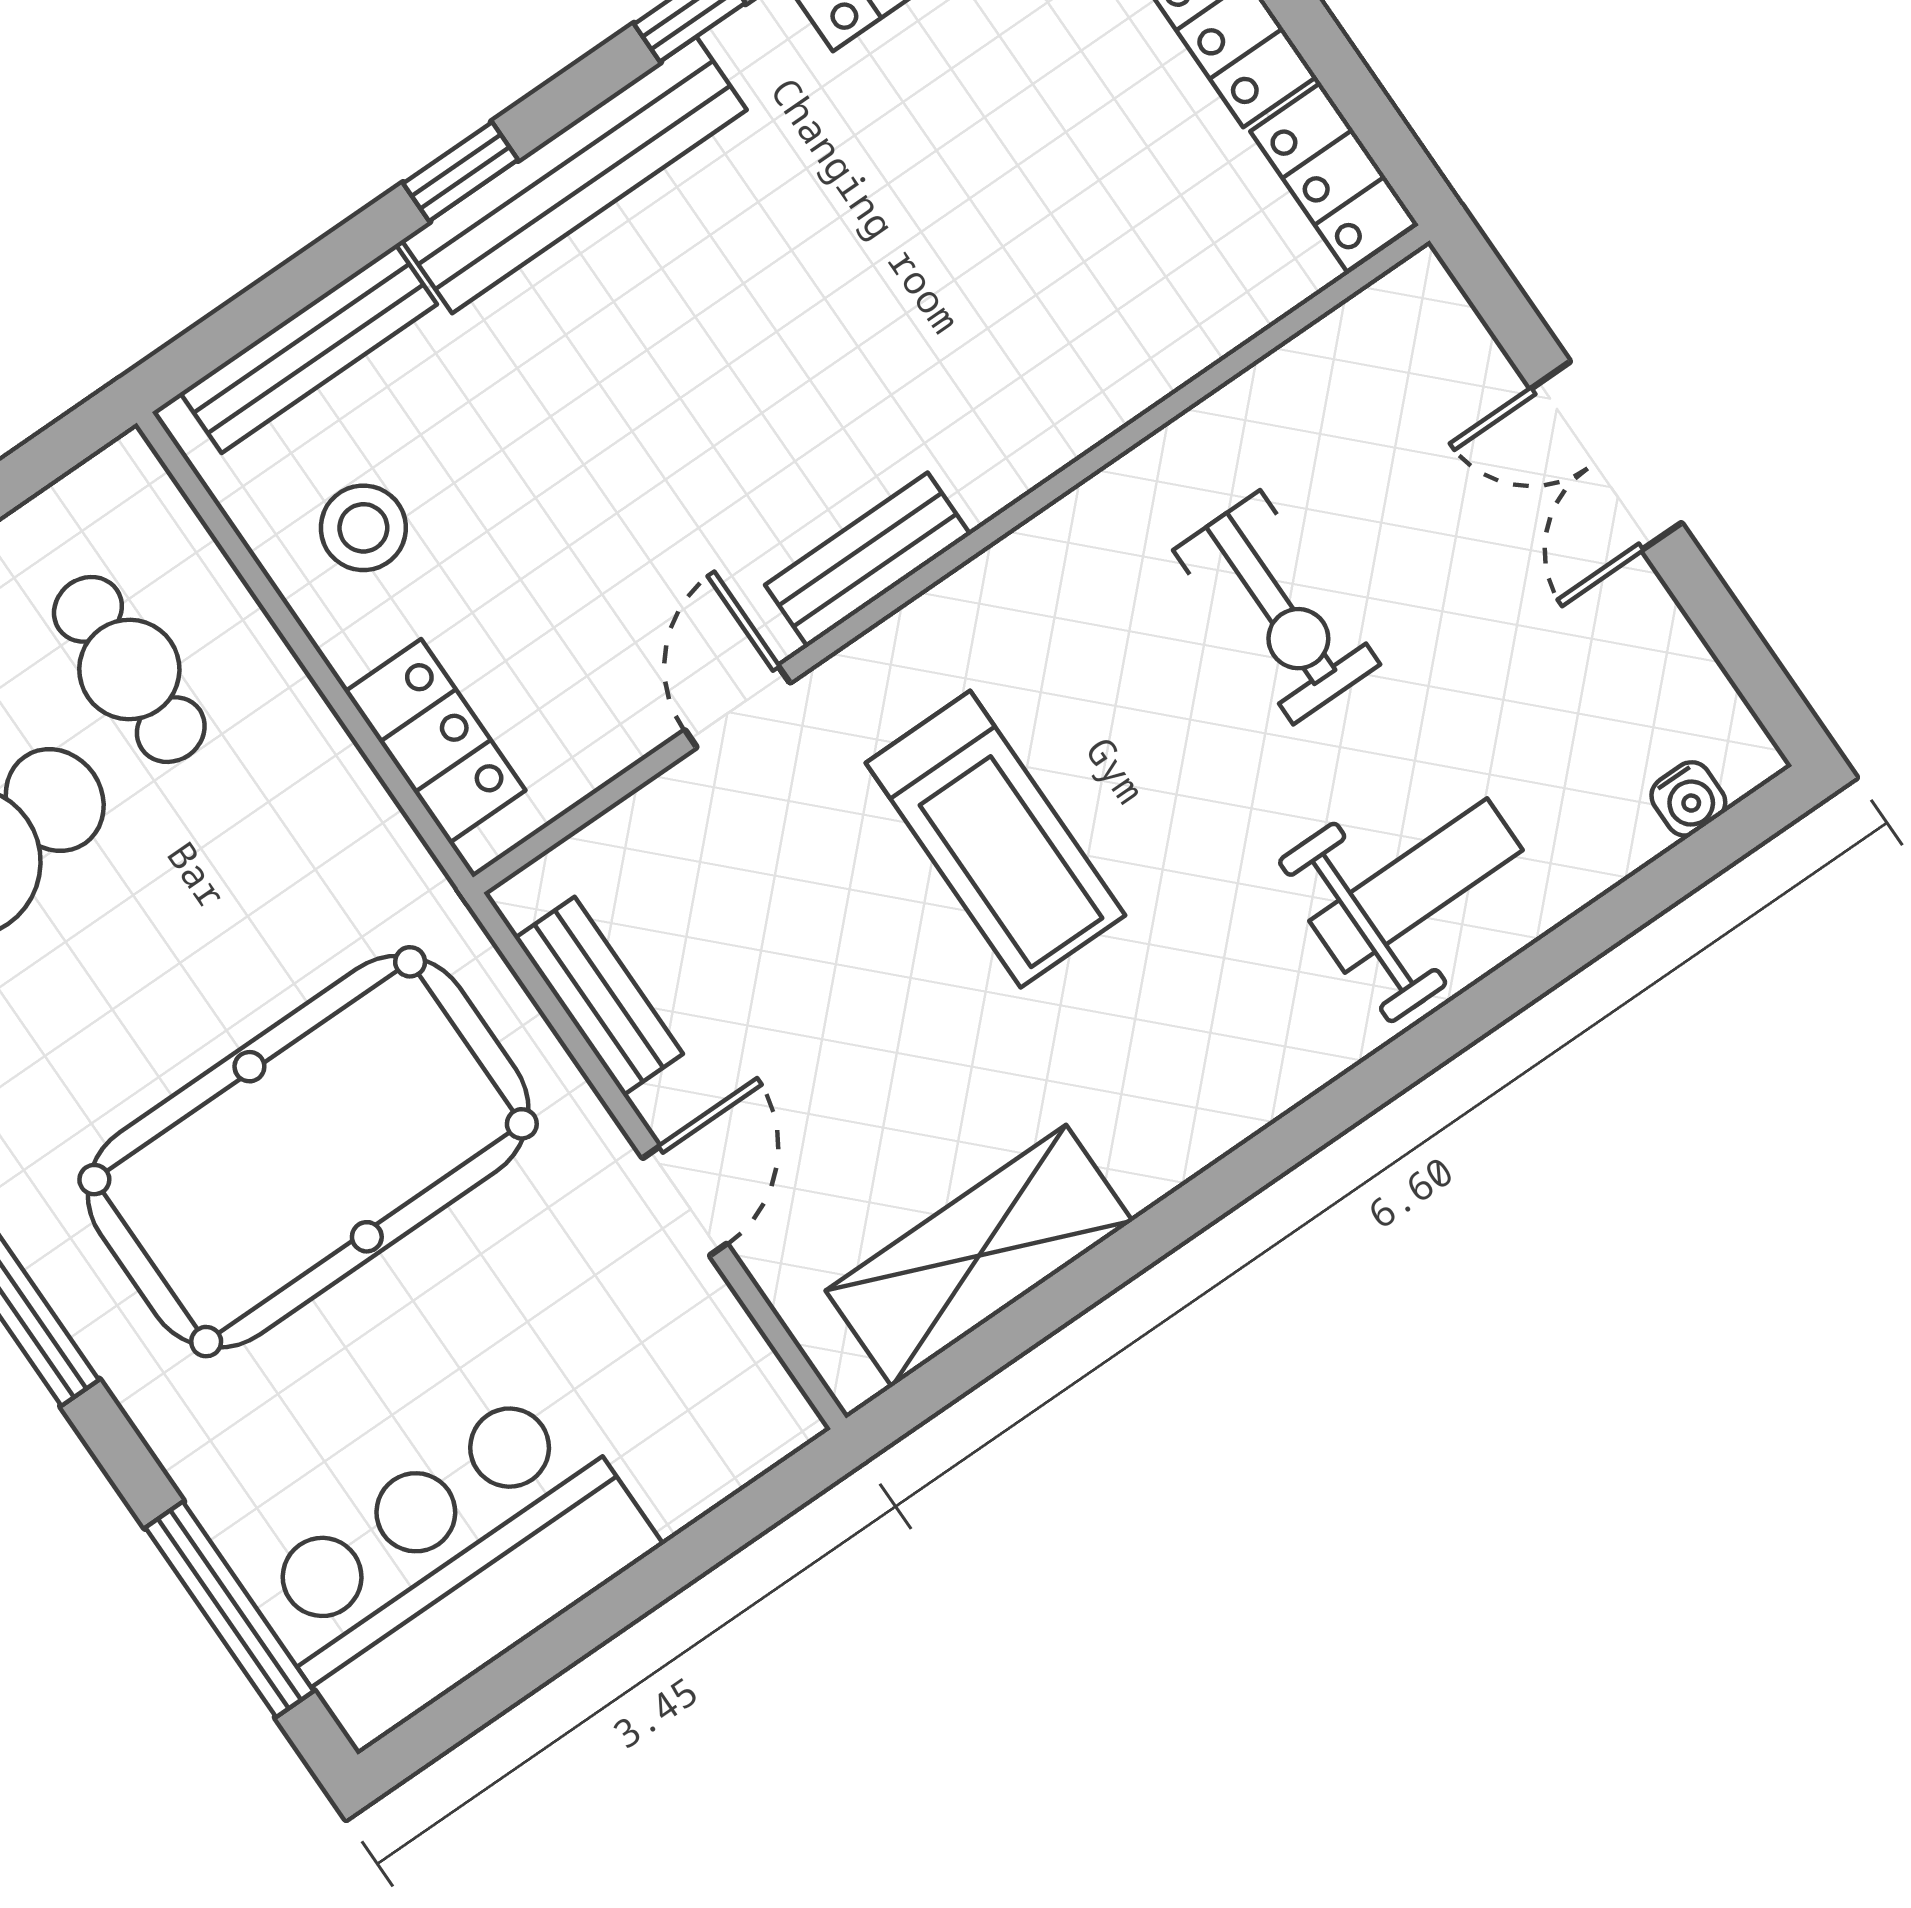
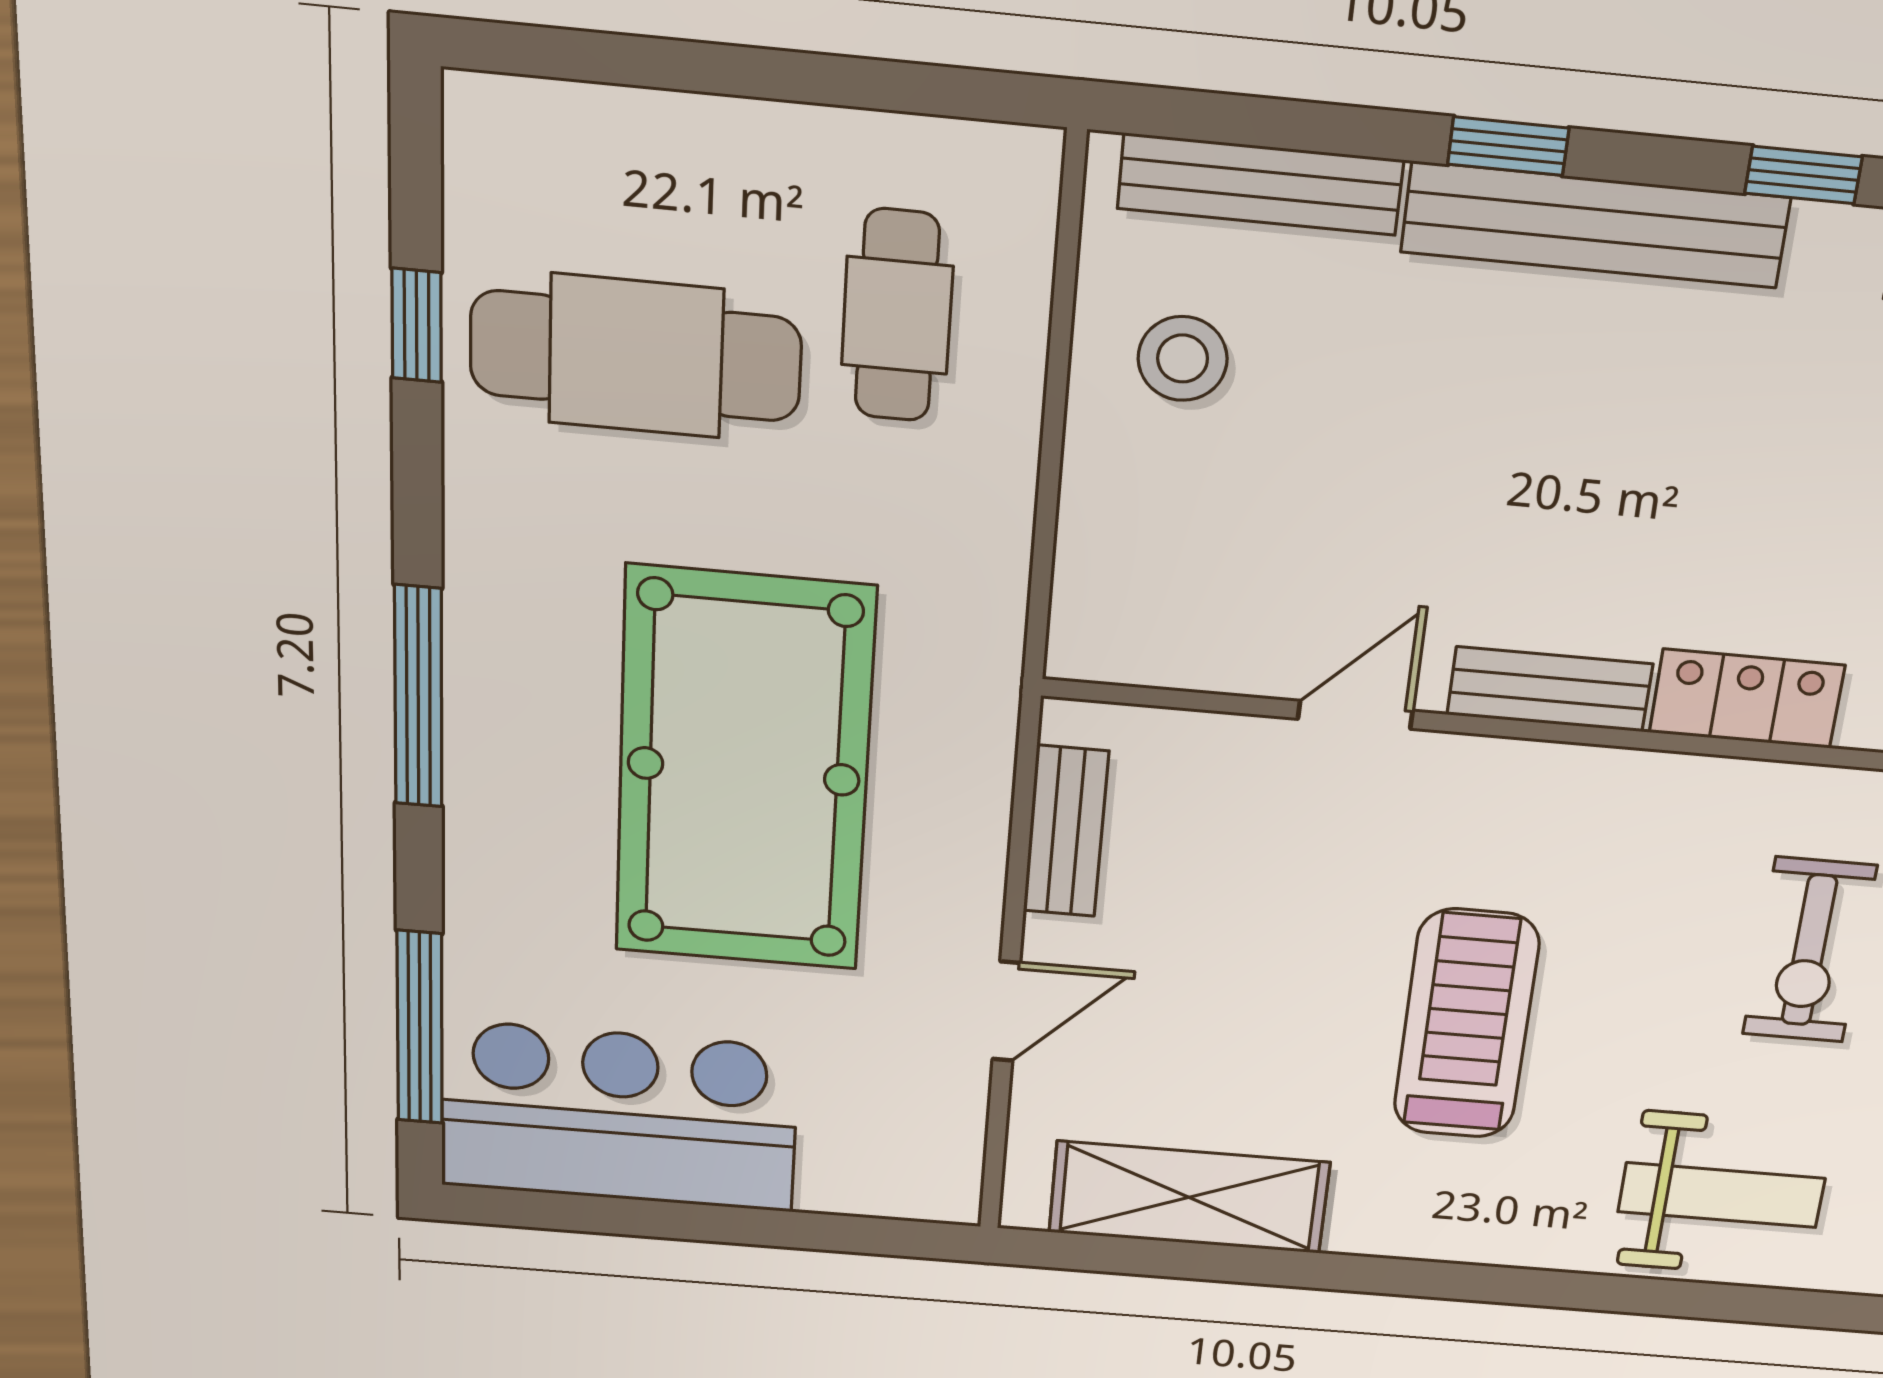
locker: (435, 741) -> (1747, 699), moved, turned -90
treadmill: (995, 839) -> (1466, 1024), moved, turned 180
pool table: (308, 1152) -> (744, 771), turned 90

